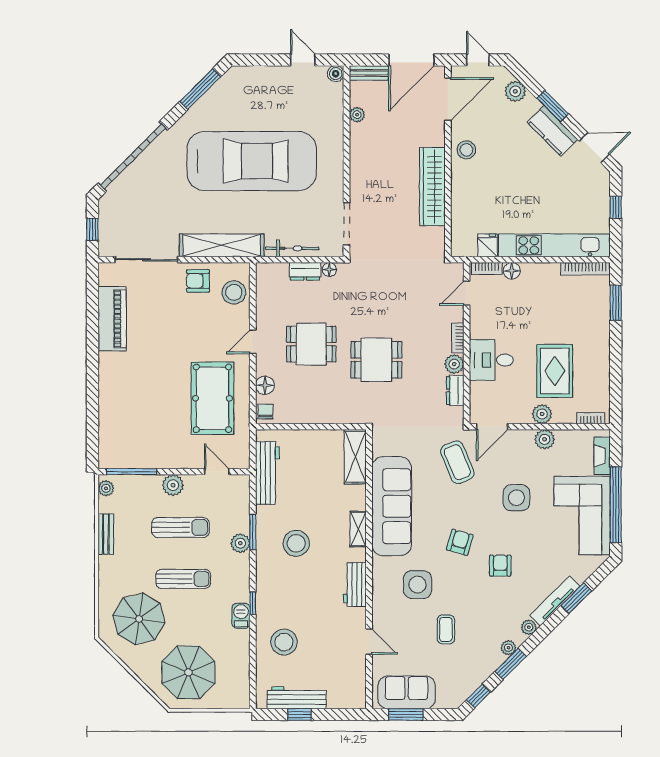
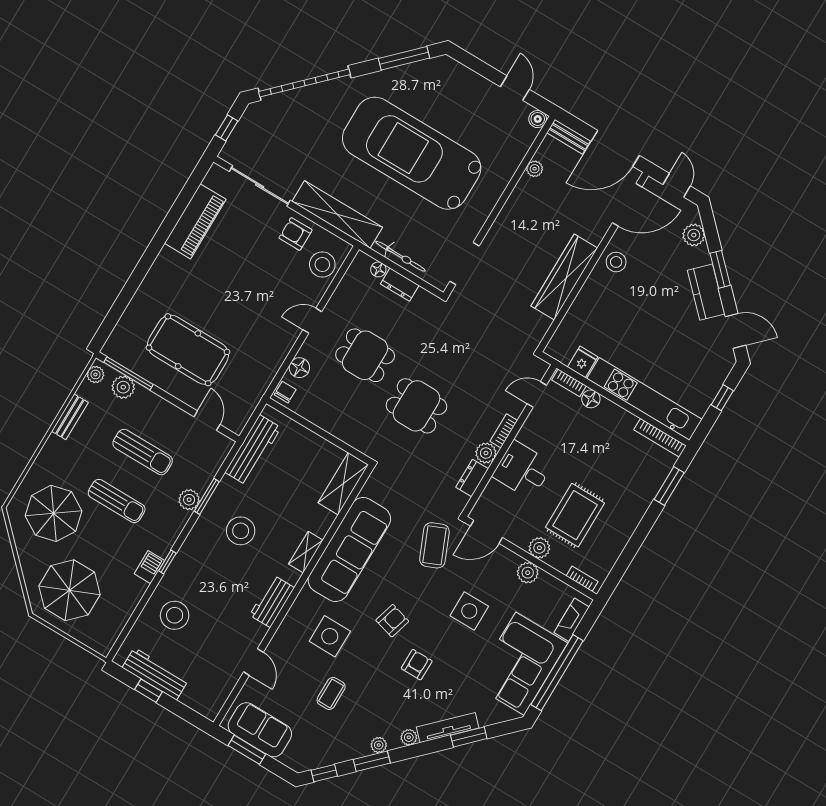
car: (252, 161) -> (412, 153), turned 180
floor lamp: (329, 270) -> (378, 269), moved
pool table: (212, 398) -> (188, 350), moved, turned 90
plant: (173, 485) -> (123, 387), moved

